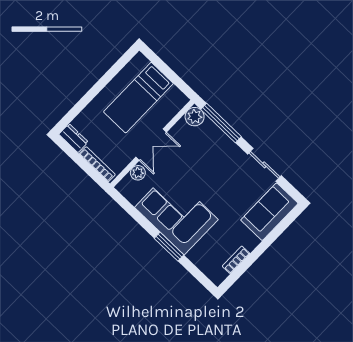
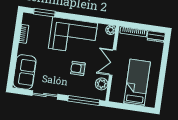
plant: (195, 117) -> (102, 84), moved
armchair: (200, 168) -> (78, 68), added
plant: (138, 173) -> (111, 30), moved
window: (169, 247) -> (44, 13), moved

